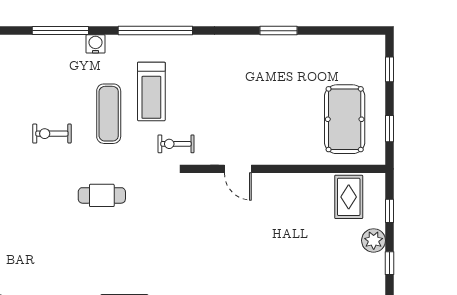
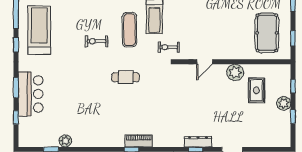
door: (238, 169) -> (205, 62), hinge flipped
plant: (290, 187) -> (235, 72), added
rug: (349, 197) -> (256, 90), moved

